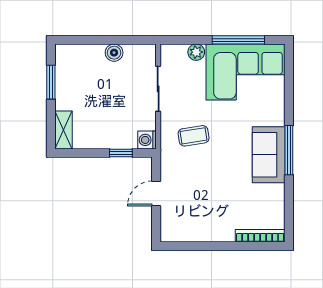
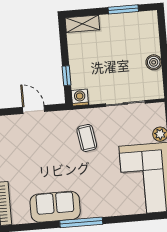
sofa: (269, 155) -> (55, 207), moved

